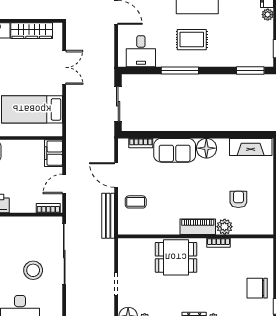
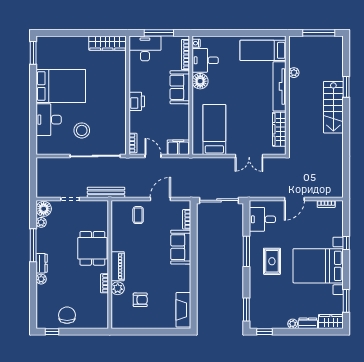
sliding door: (118, 104) -> (219, 200), width x1.37
floor lamp: (206, 148) -> (182, 273), removed
bench: (108, 216) -> (106, 192), moved

